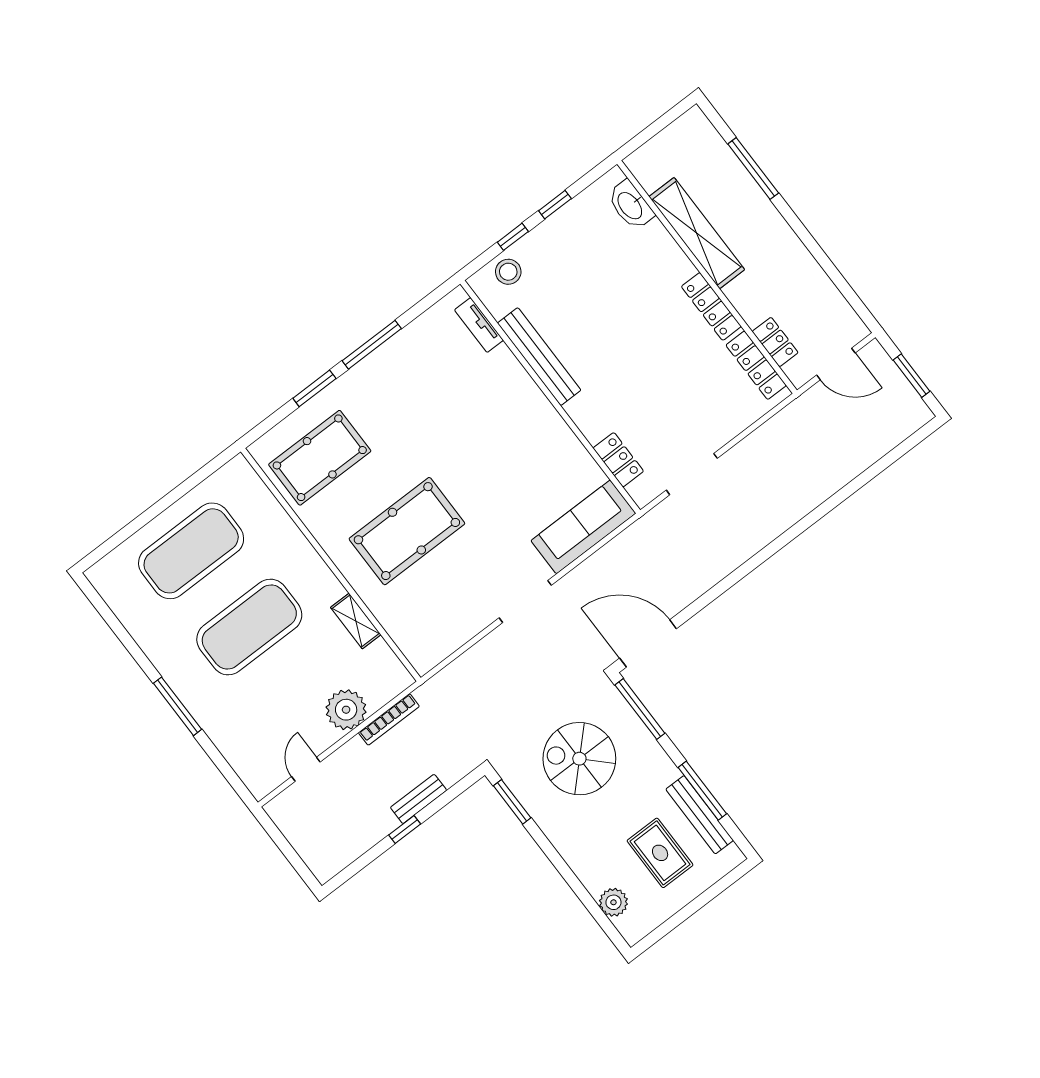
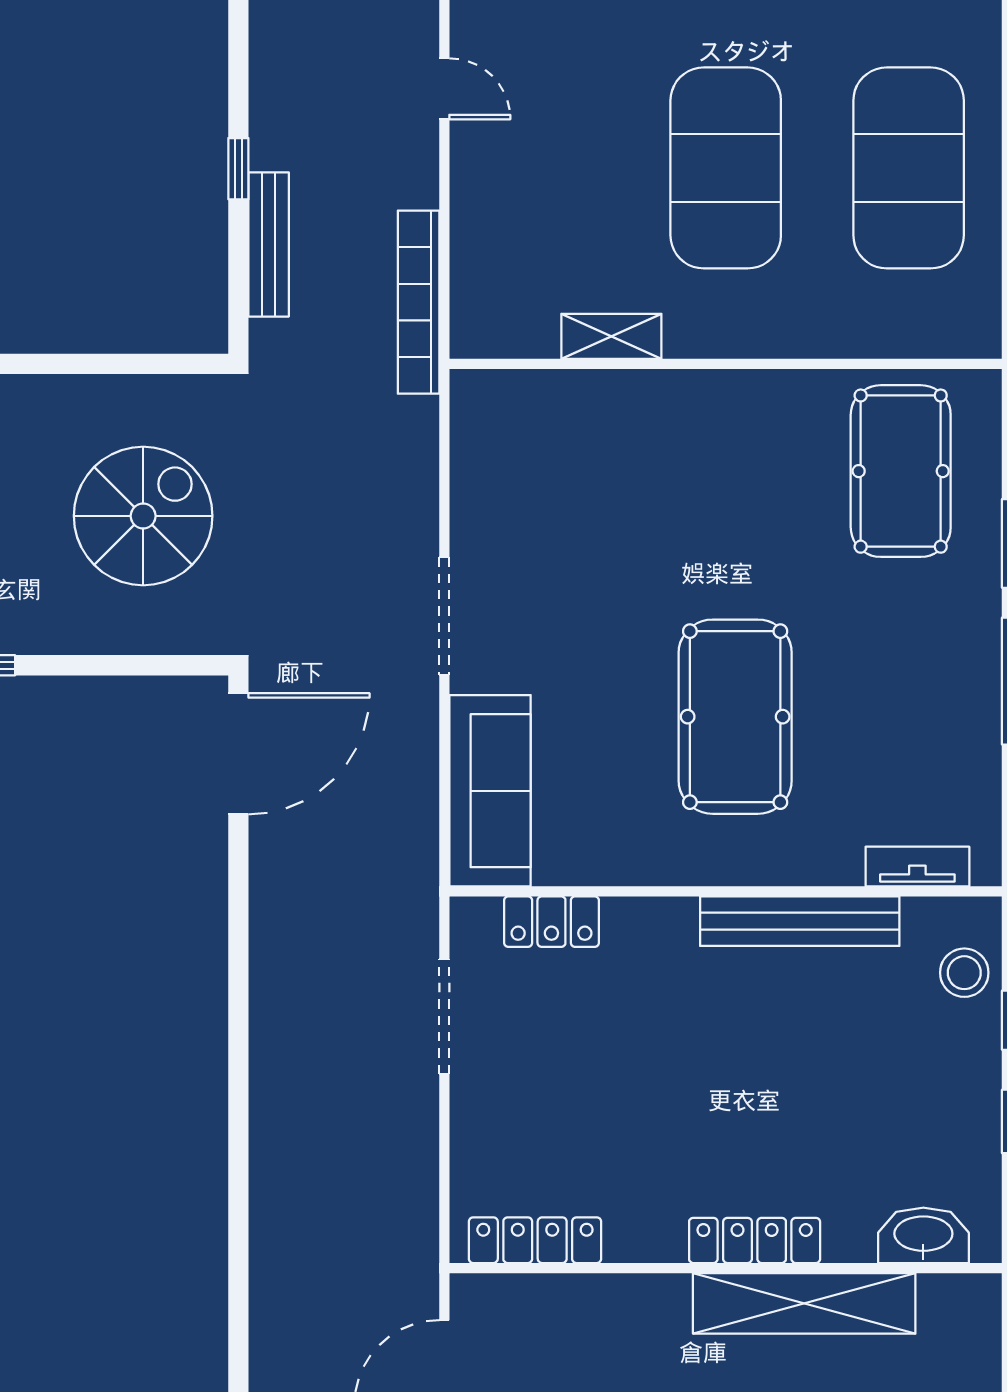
locker: (711, 306) -> (755, 1240), moved
locker: (775, 342) -> (548, 1296), removed
pool table: (407, 531) -> (735, 717), moved
window: (640, 709) -> (148, 665), removed
plant: (346, 710) -> (488, 219), removed
bookcase: (389, 720) -> (419, 302), width x1.48, depth x1.31
bench: (419, 799) -> (269, 244), width x1.36
window: (512, 802) -> (156, 364), removed

